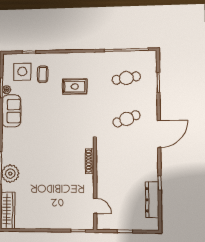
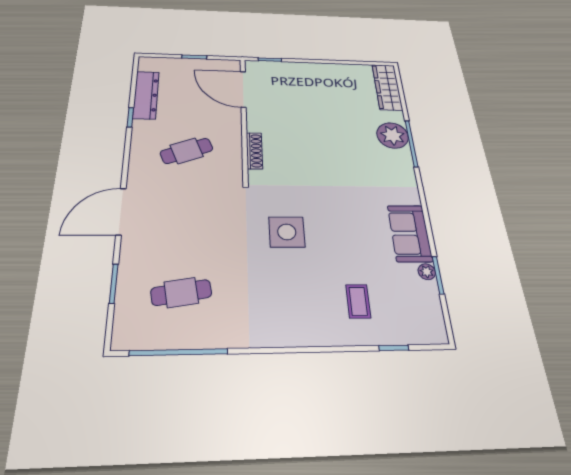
side table: (22, 72) -> (287, 232), moved
rug: (75, 87) -> (289, 277), removed
cafe table: (127, 119) -> (187, 151), moved
door: (159, 134) -> (121, 211), moved
door: (95, 206) -> (243, 89), width x1.88

